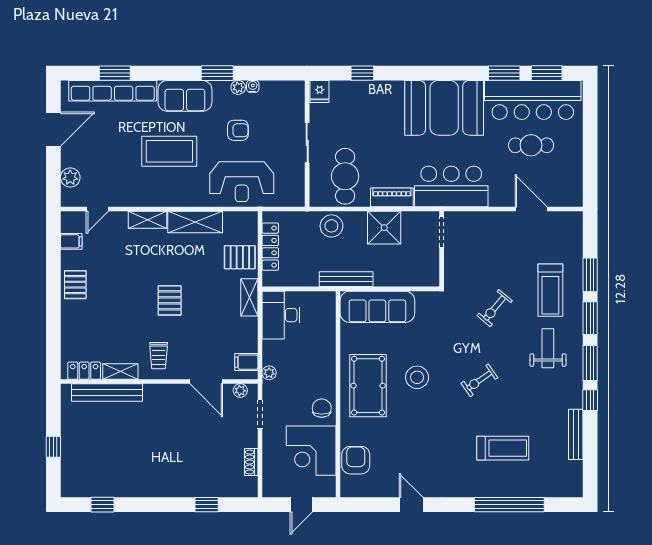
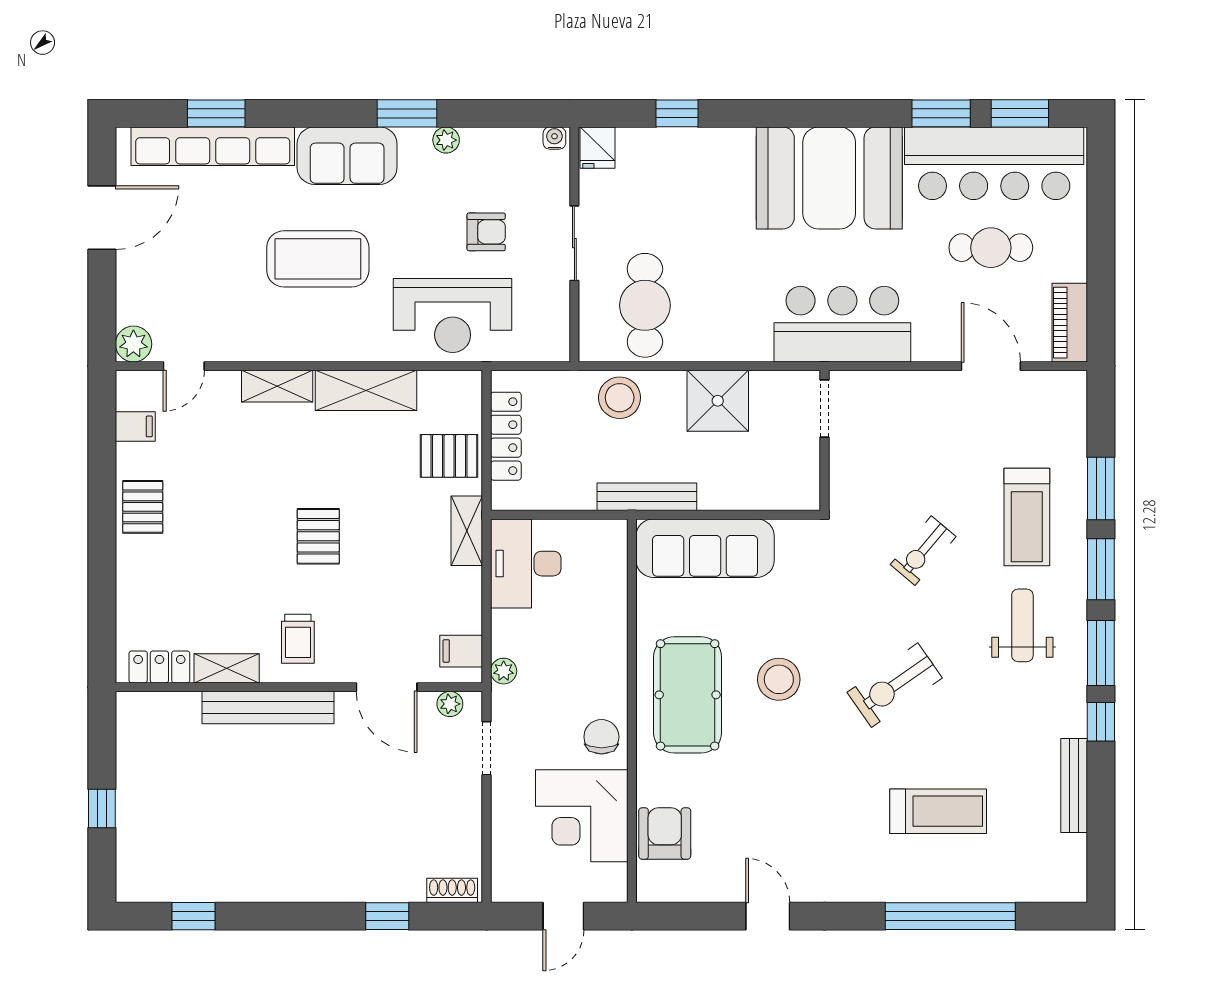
water cooler: (253, 86) -> (554, 138), moved
armchair: (238, 130) -> (486, 232), moved
plant: (70, 177) -> (133, 344), moved
piano: (392, 197) -> (1070, 323), moved, turned -90
exercise bike: (479, 380) -> (895, 685), width x1.38, depth x1.39
bench: (107, 392) -> (268, 708), moved
shoe rack: (251, 462) -> (452, 890), moved, turned 90

